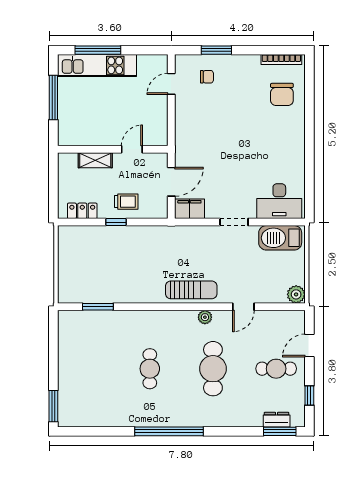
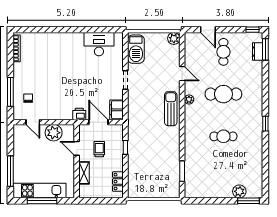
window: (216, 50) -> (10, 92), width x1.44
kitchen unit: (97, 65) -> (40, 191), moved, turned -90
chair: (282, 94) -> (40, 48), removed
plant: (155, 115) -> (54, 133), added
printer: (183, 153) -> (79, 114), added
desk: (279, 201) -> (99, 44), moved, turned -90
trolley: (126, 202) -> (99, 149), moved
window: (116, 222) -> (125, 147), moved
plant: (67, 392) -> (239, 191), added
window: (309, 396) -> (253, 30), moved
window: (169, 431) -> (265, 124), width x0.32

